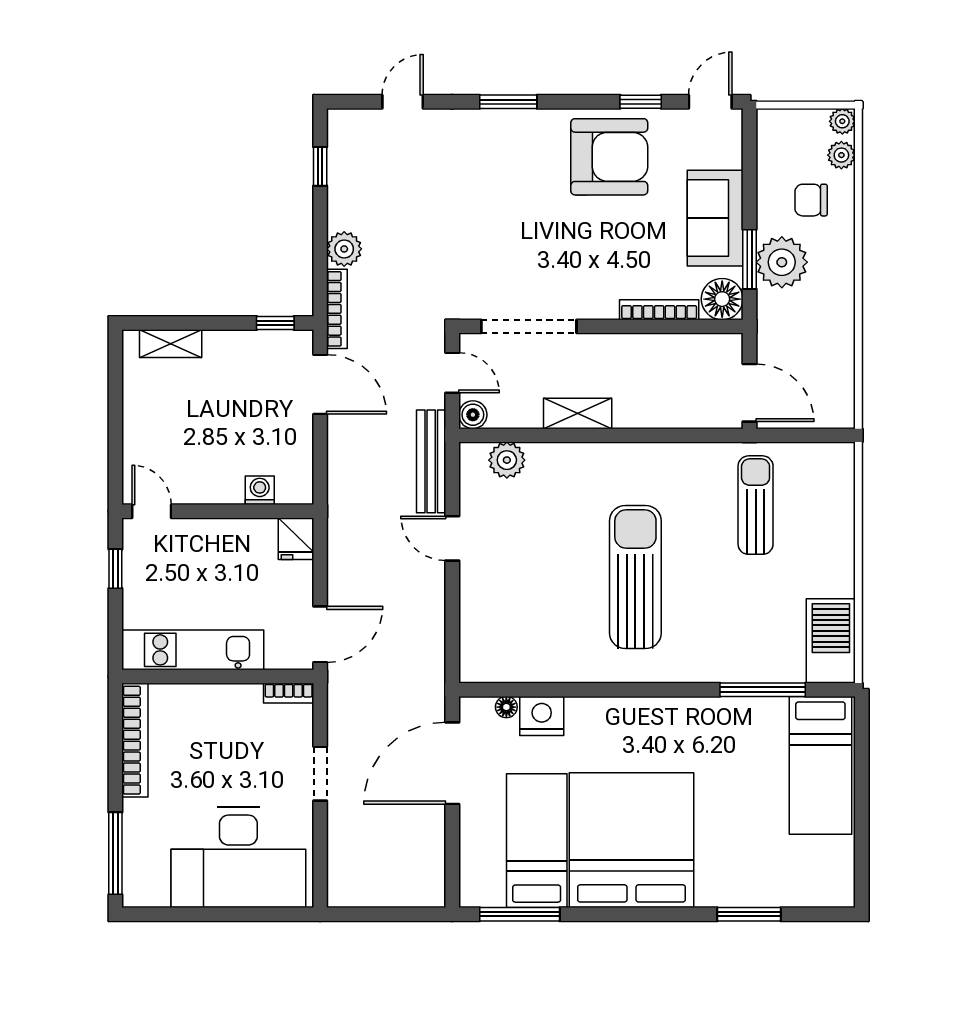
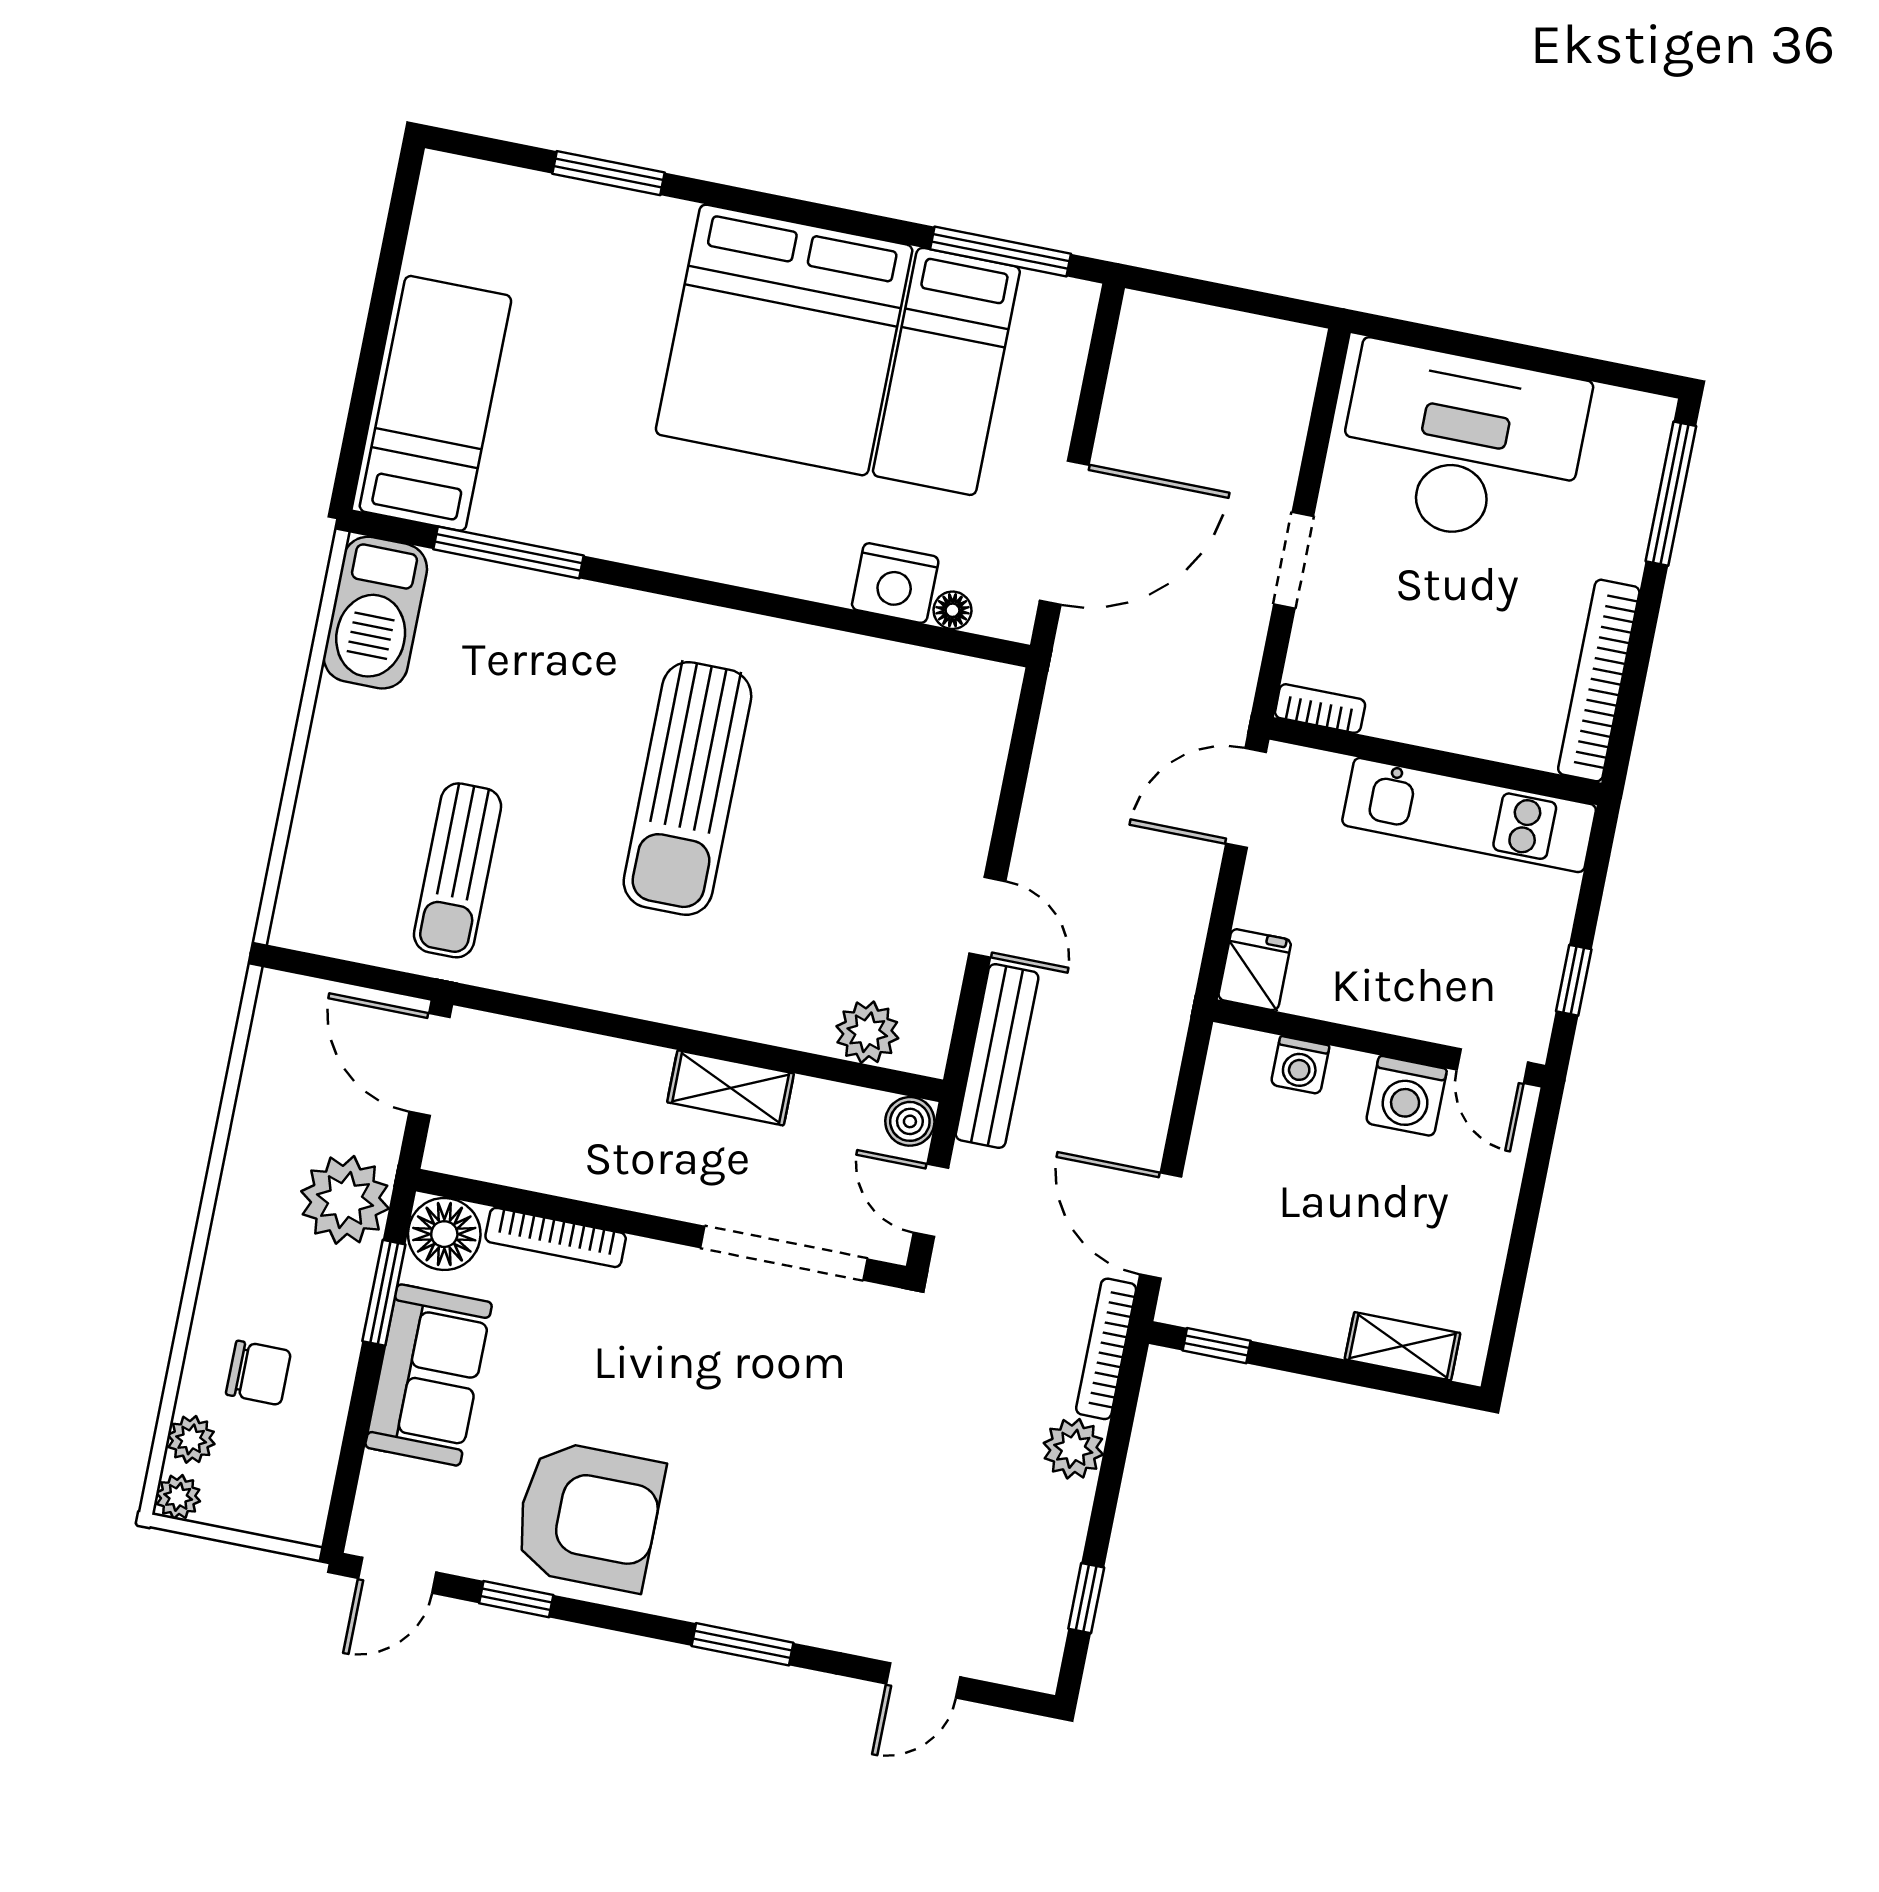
armchair: (609, 157) -> (589, 1516), turned 180
plant: (782, 262) -> (345, 1200), moved
washing machine: (196, 485) -> (1406, 1096), added

